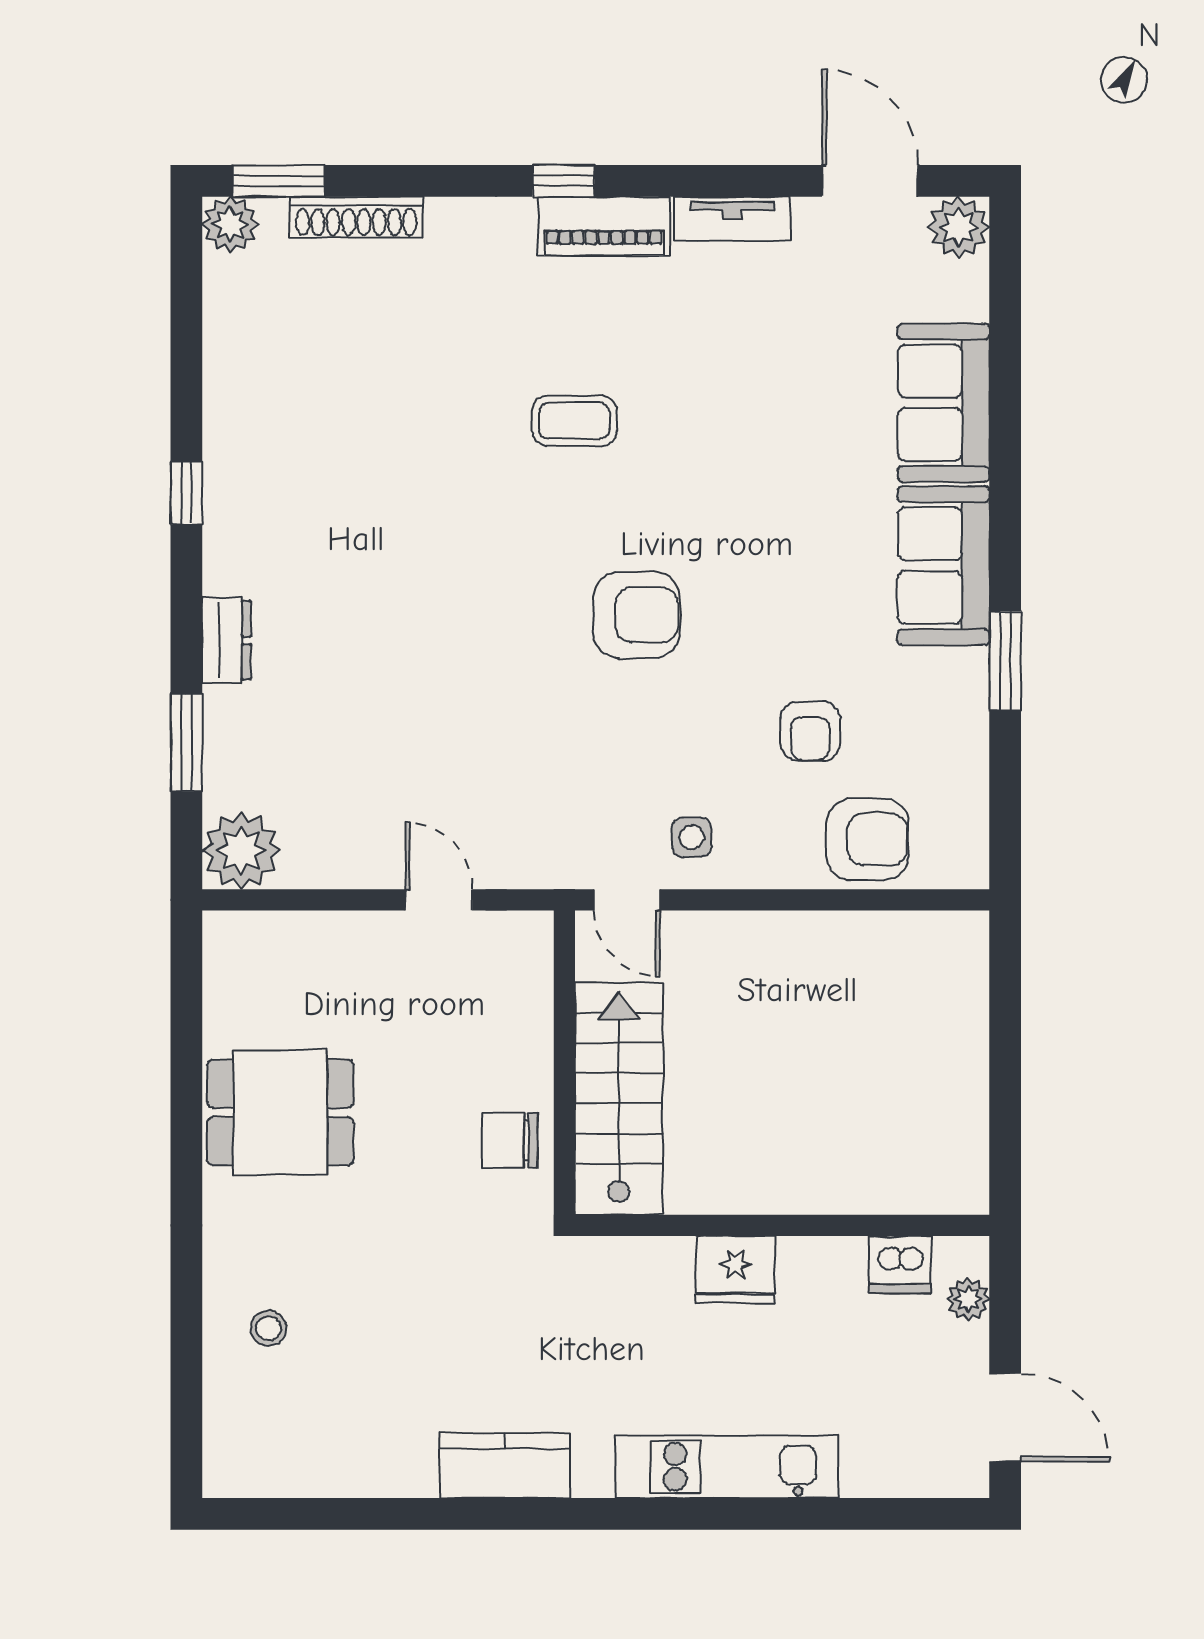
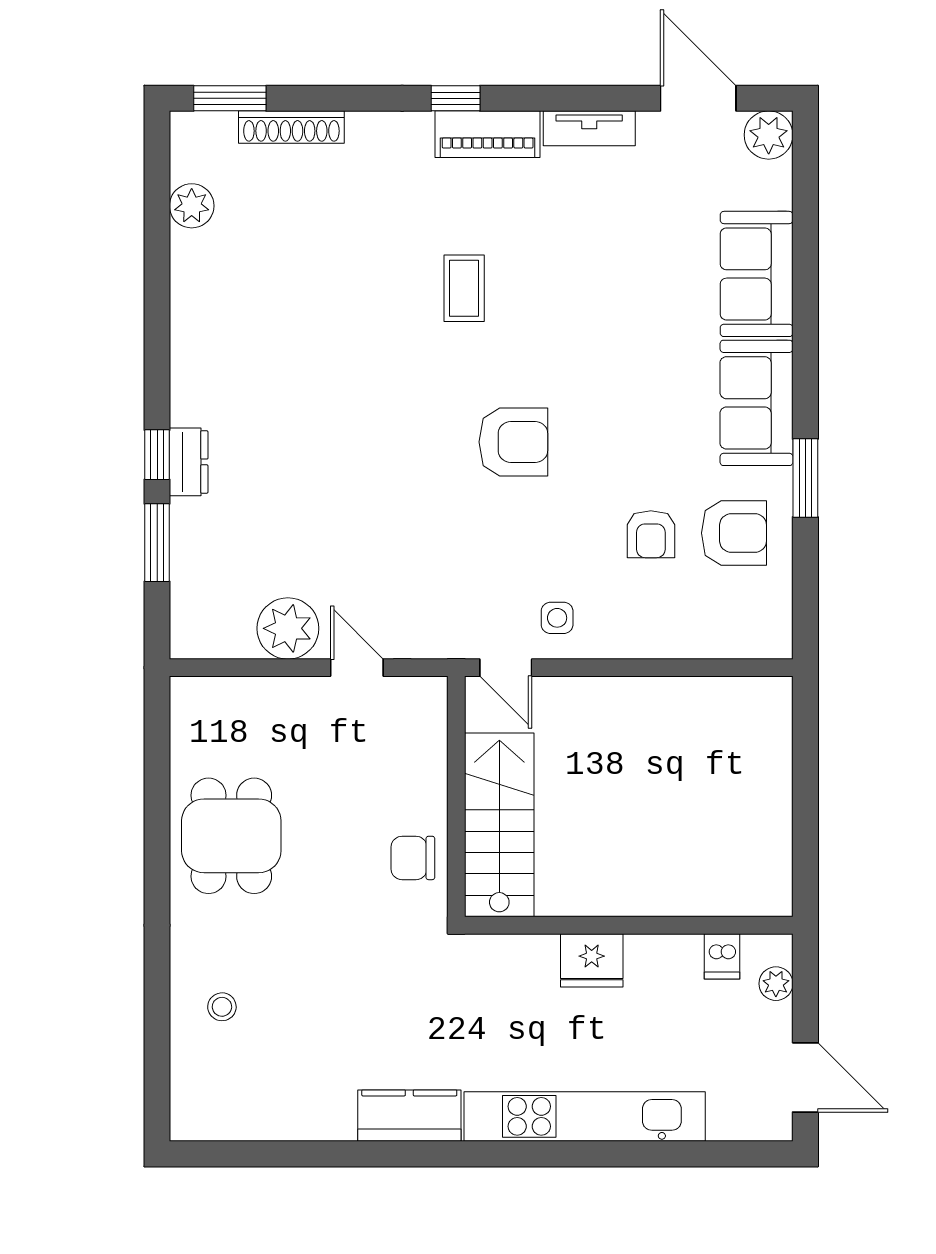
plant: (230, 225) -> (192, 206), moved
coffee table: (574, 421) -> (464, 288), turned 90
window: (186, 493) -> (157, 455), moved
armchair: (868, 839) -> (734, 533), moved
plant: (241, 850) -> (288, 628), moved
dining table: (280, 1112) -> (231, 836), turned 90
dishwasher: (900, 1265) -> (722, 956), width x0.73
kitchen unit: (727, 1467) -> (585, 1116), width x1.36

